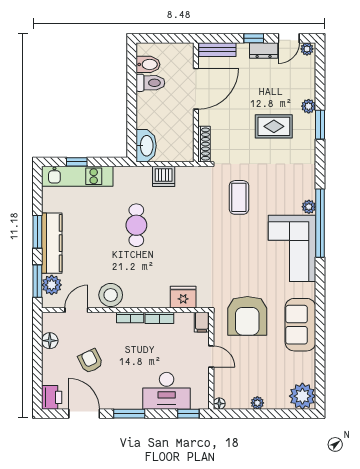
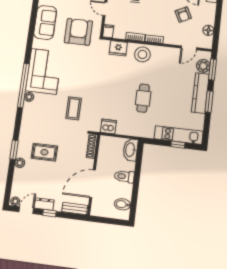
toilet: (150, 83) -> (124, 176), moved
dishwasher: (164, 176) -> (108, 126), moved
stool: (111, 295) -> (142, 54), moved

